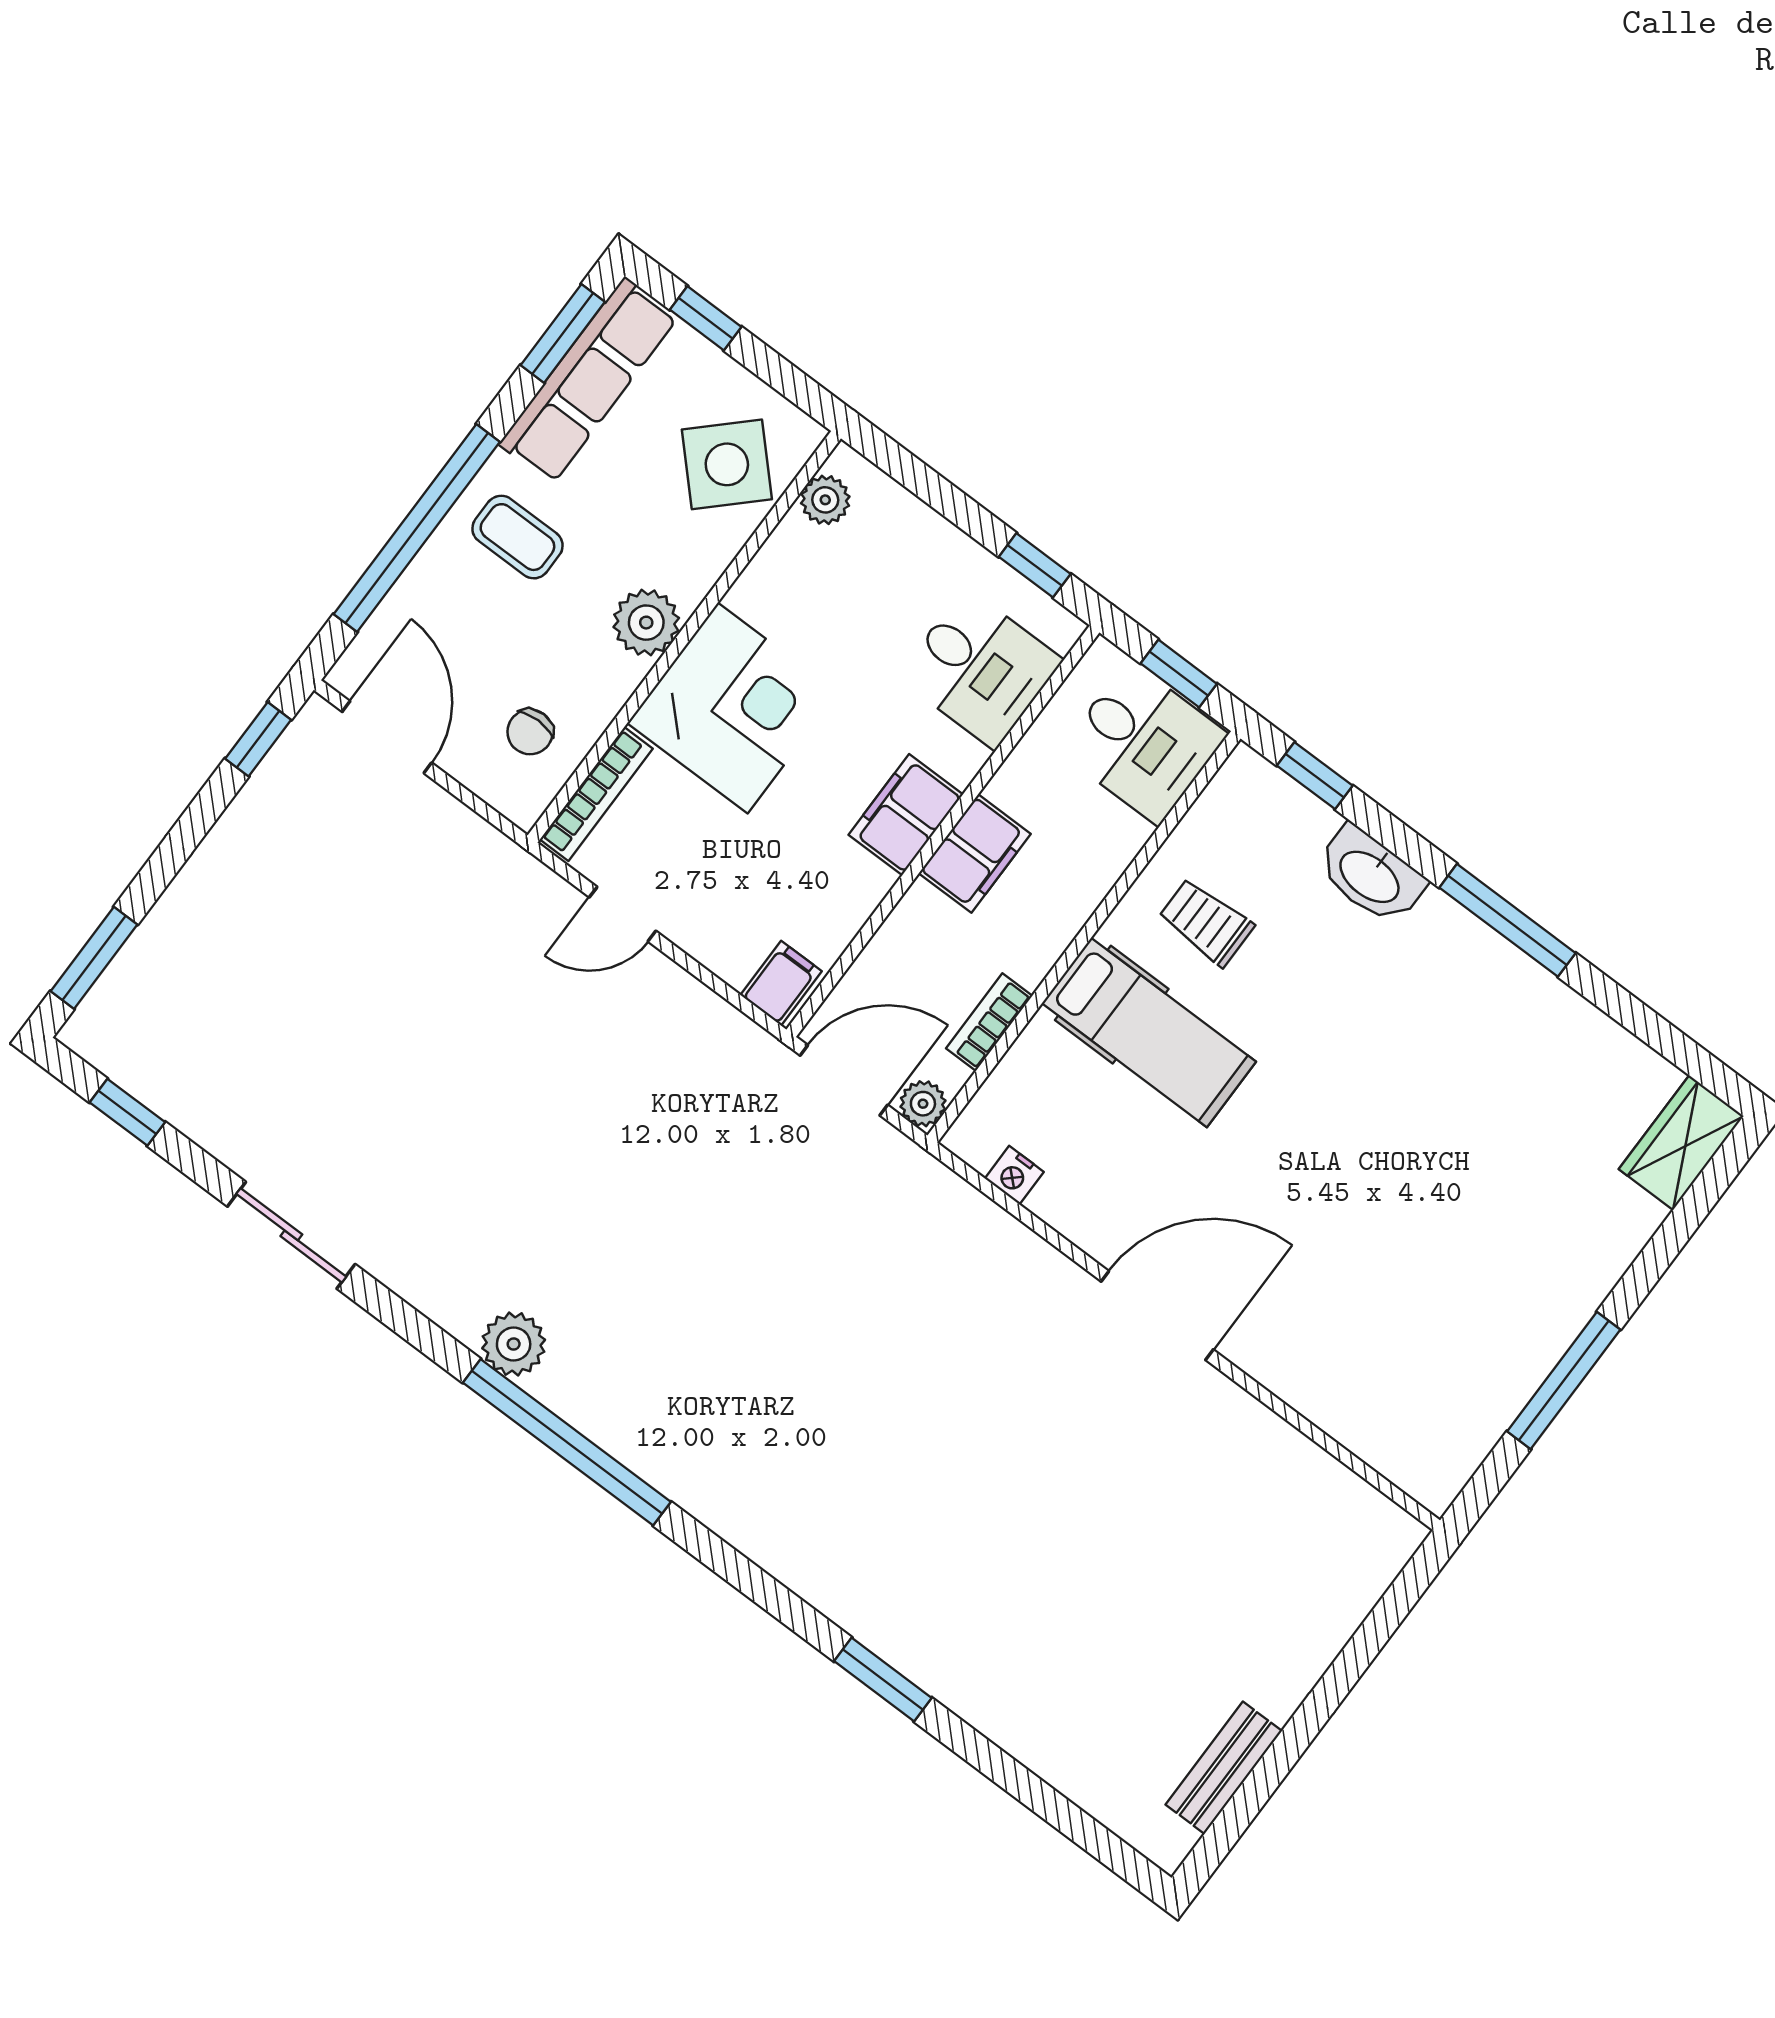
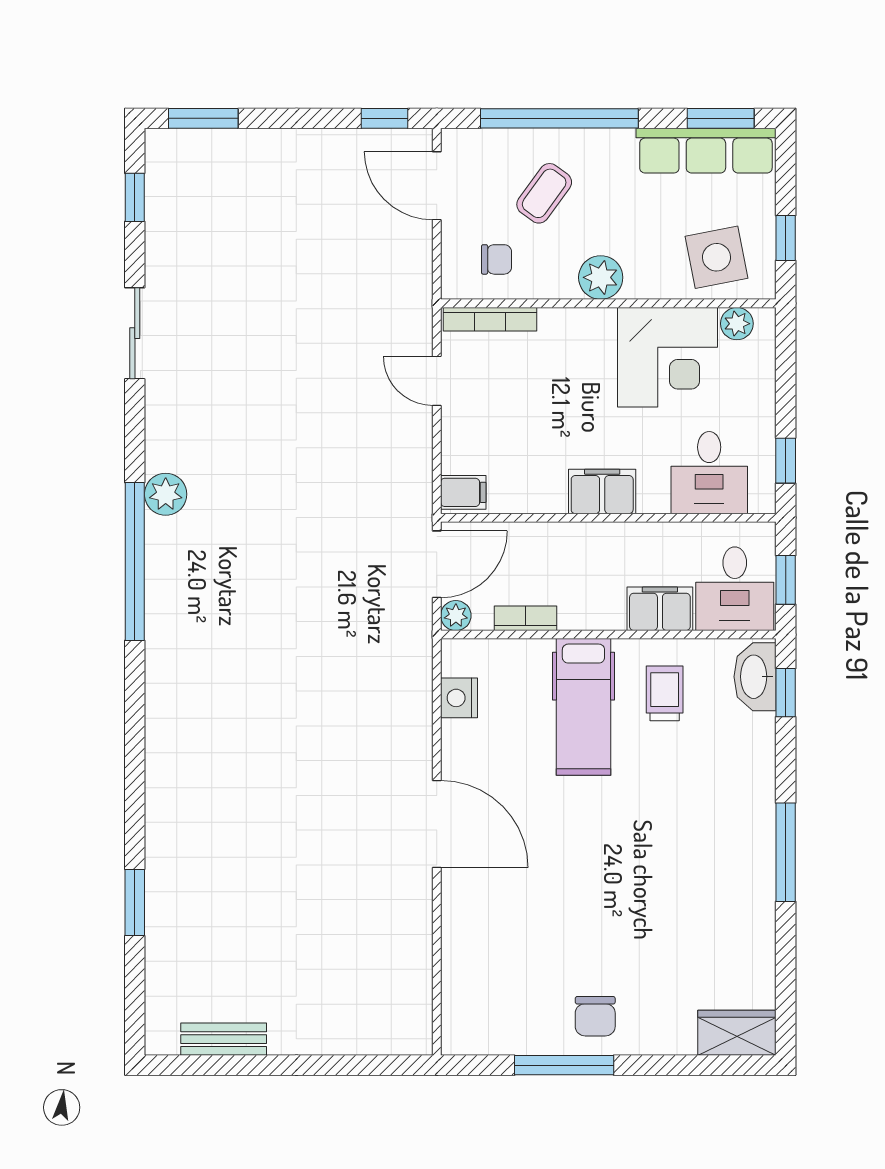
window: (706, 318) -> (786, 238), moved
side table: (727, 464) -> (717, 257), turned 33
coffee table: (517, 537) -> (544, 193), moved, turned 36
corner desk: (733, 708) -> (668, 357), moved
chair: (530, 732) -> (496, 259), turned 180
door: (387, 737) -> (437, 186), swing flipped
filing cabinet: (975, 854) -> (660, 609), moved, turned 180
washbasin: (1371, 875) -> (755, 677), moved
door: (844, 1080) -> (437, 564), hinge flipped
nightstand: (1014, 1175) -> (459, 698), width x1.39, depth x1.35
chair: (1533, 1298) -> (595, 1016), added
window: (883, 1680) -> (135, 903), moved

